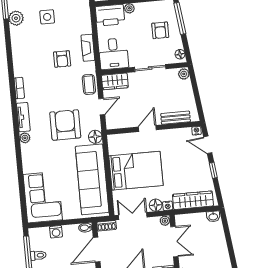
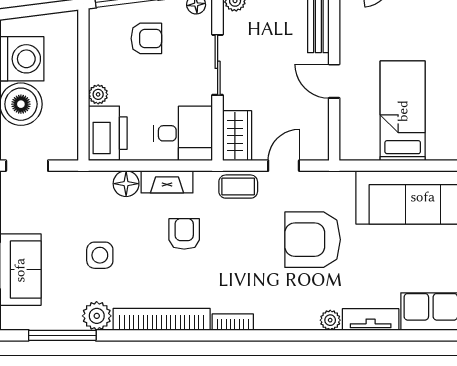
bookcase: (17, 52) -> (162, 319), added
armchair: (62, 59) -> (184, 234), turned -90
door: (102, 107) -> (284, 166), hinge flipped
tv unit: (23, 117) -> (371, 320), moved
floor lamp: (95, 137) -> (126, 184), moved
bed: (136, 171) -> (403, 111), width x0.67

